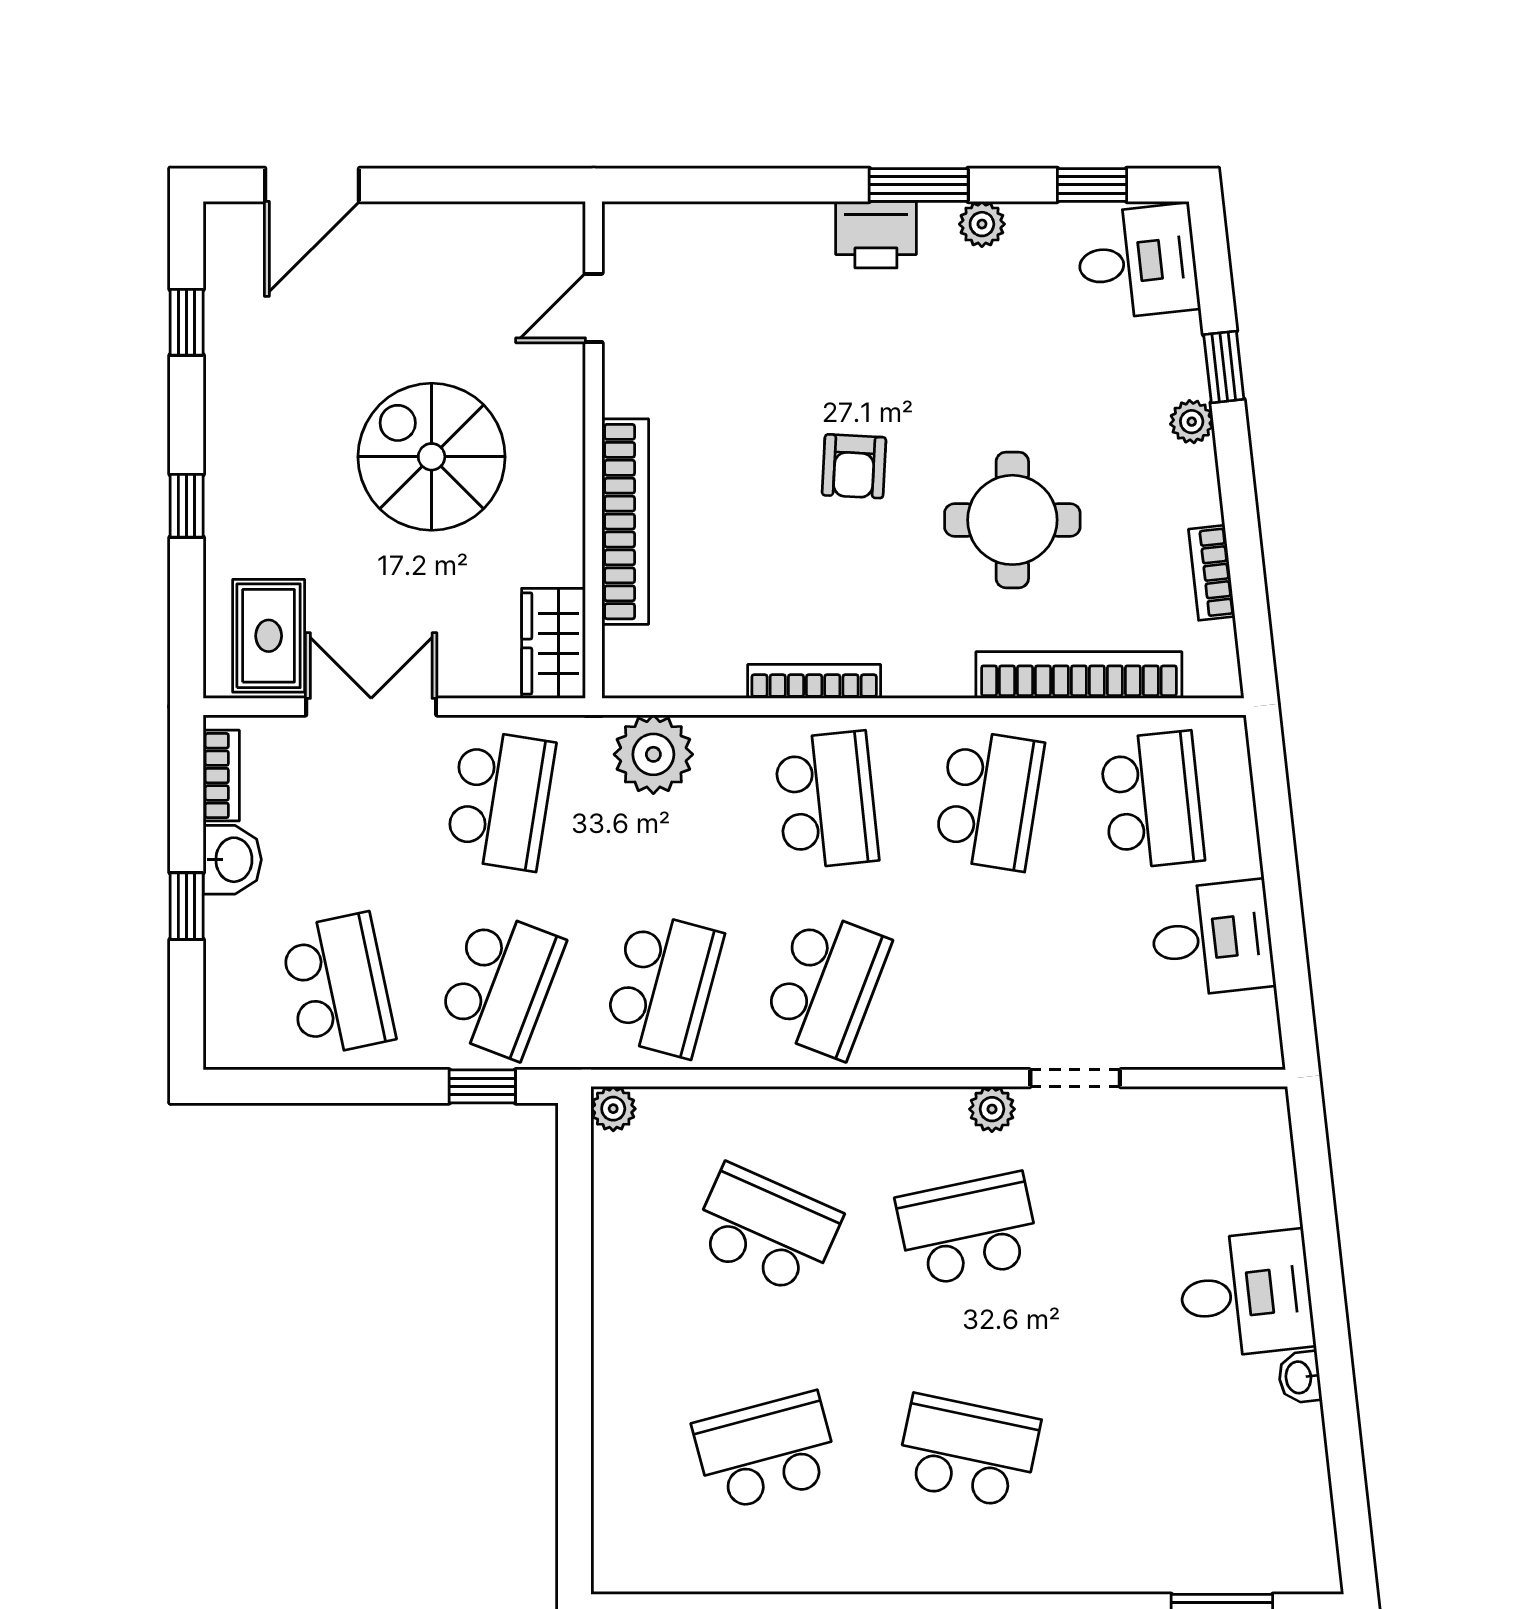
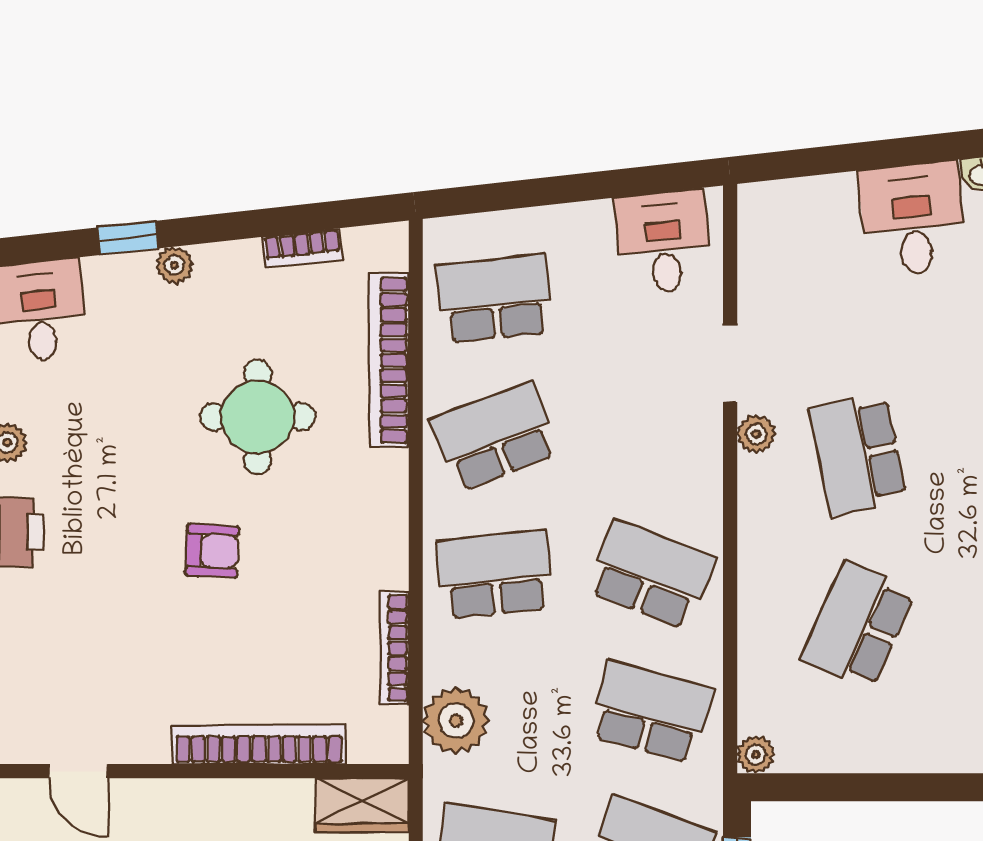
bookcase: (814, 681) -> (394, 648), moved
school desk: (989, 800) -> (495, 436), turned -30
desk: (1212, 938) -> (664, 242), moved

